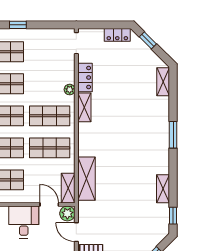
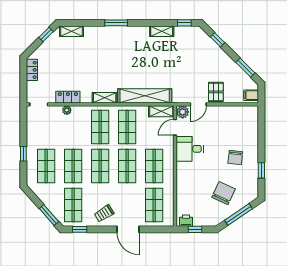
window: (148, 40) -> (46, 35), moved
plant: (70, 90) -> (67, 110), moved
shelving: (84, 107) -> (105, 98), moved
shelving: (86, 179) -> (145, 96), width x1.47

